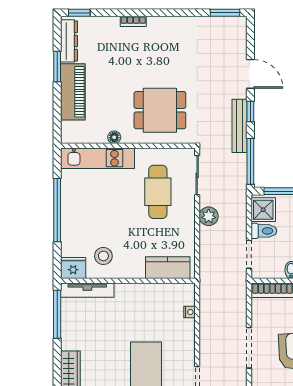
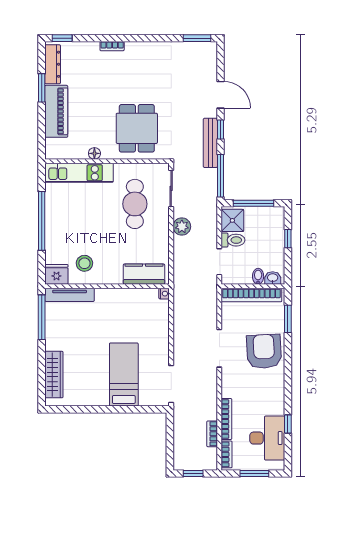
dining table: (160, 110) -> (137, 128), turned 90
nightstand: (189, 312) -> (164, 294), moved

